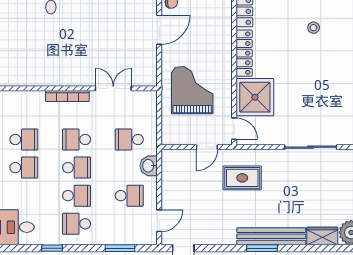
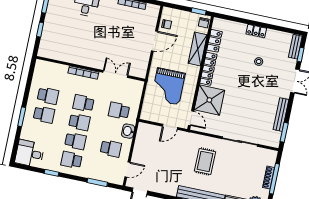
shelving: (223, 28) -> (198, 49), added
grand piano: (192, 90) -> (168, 86), turned 180
rug: (242, 178) -> (205, 161), moved, turned 90

